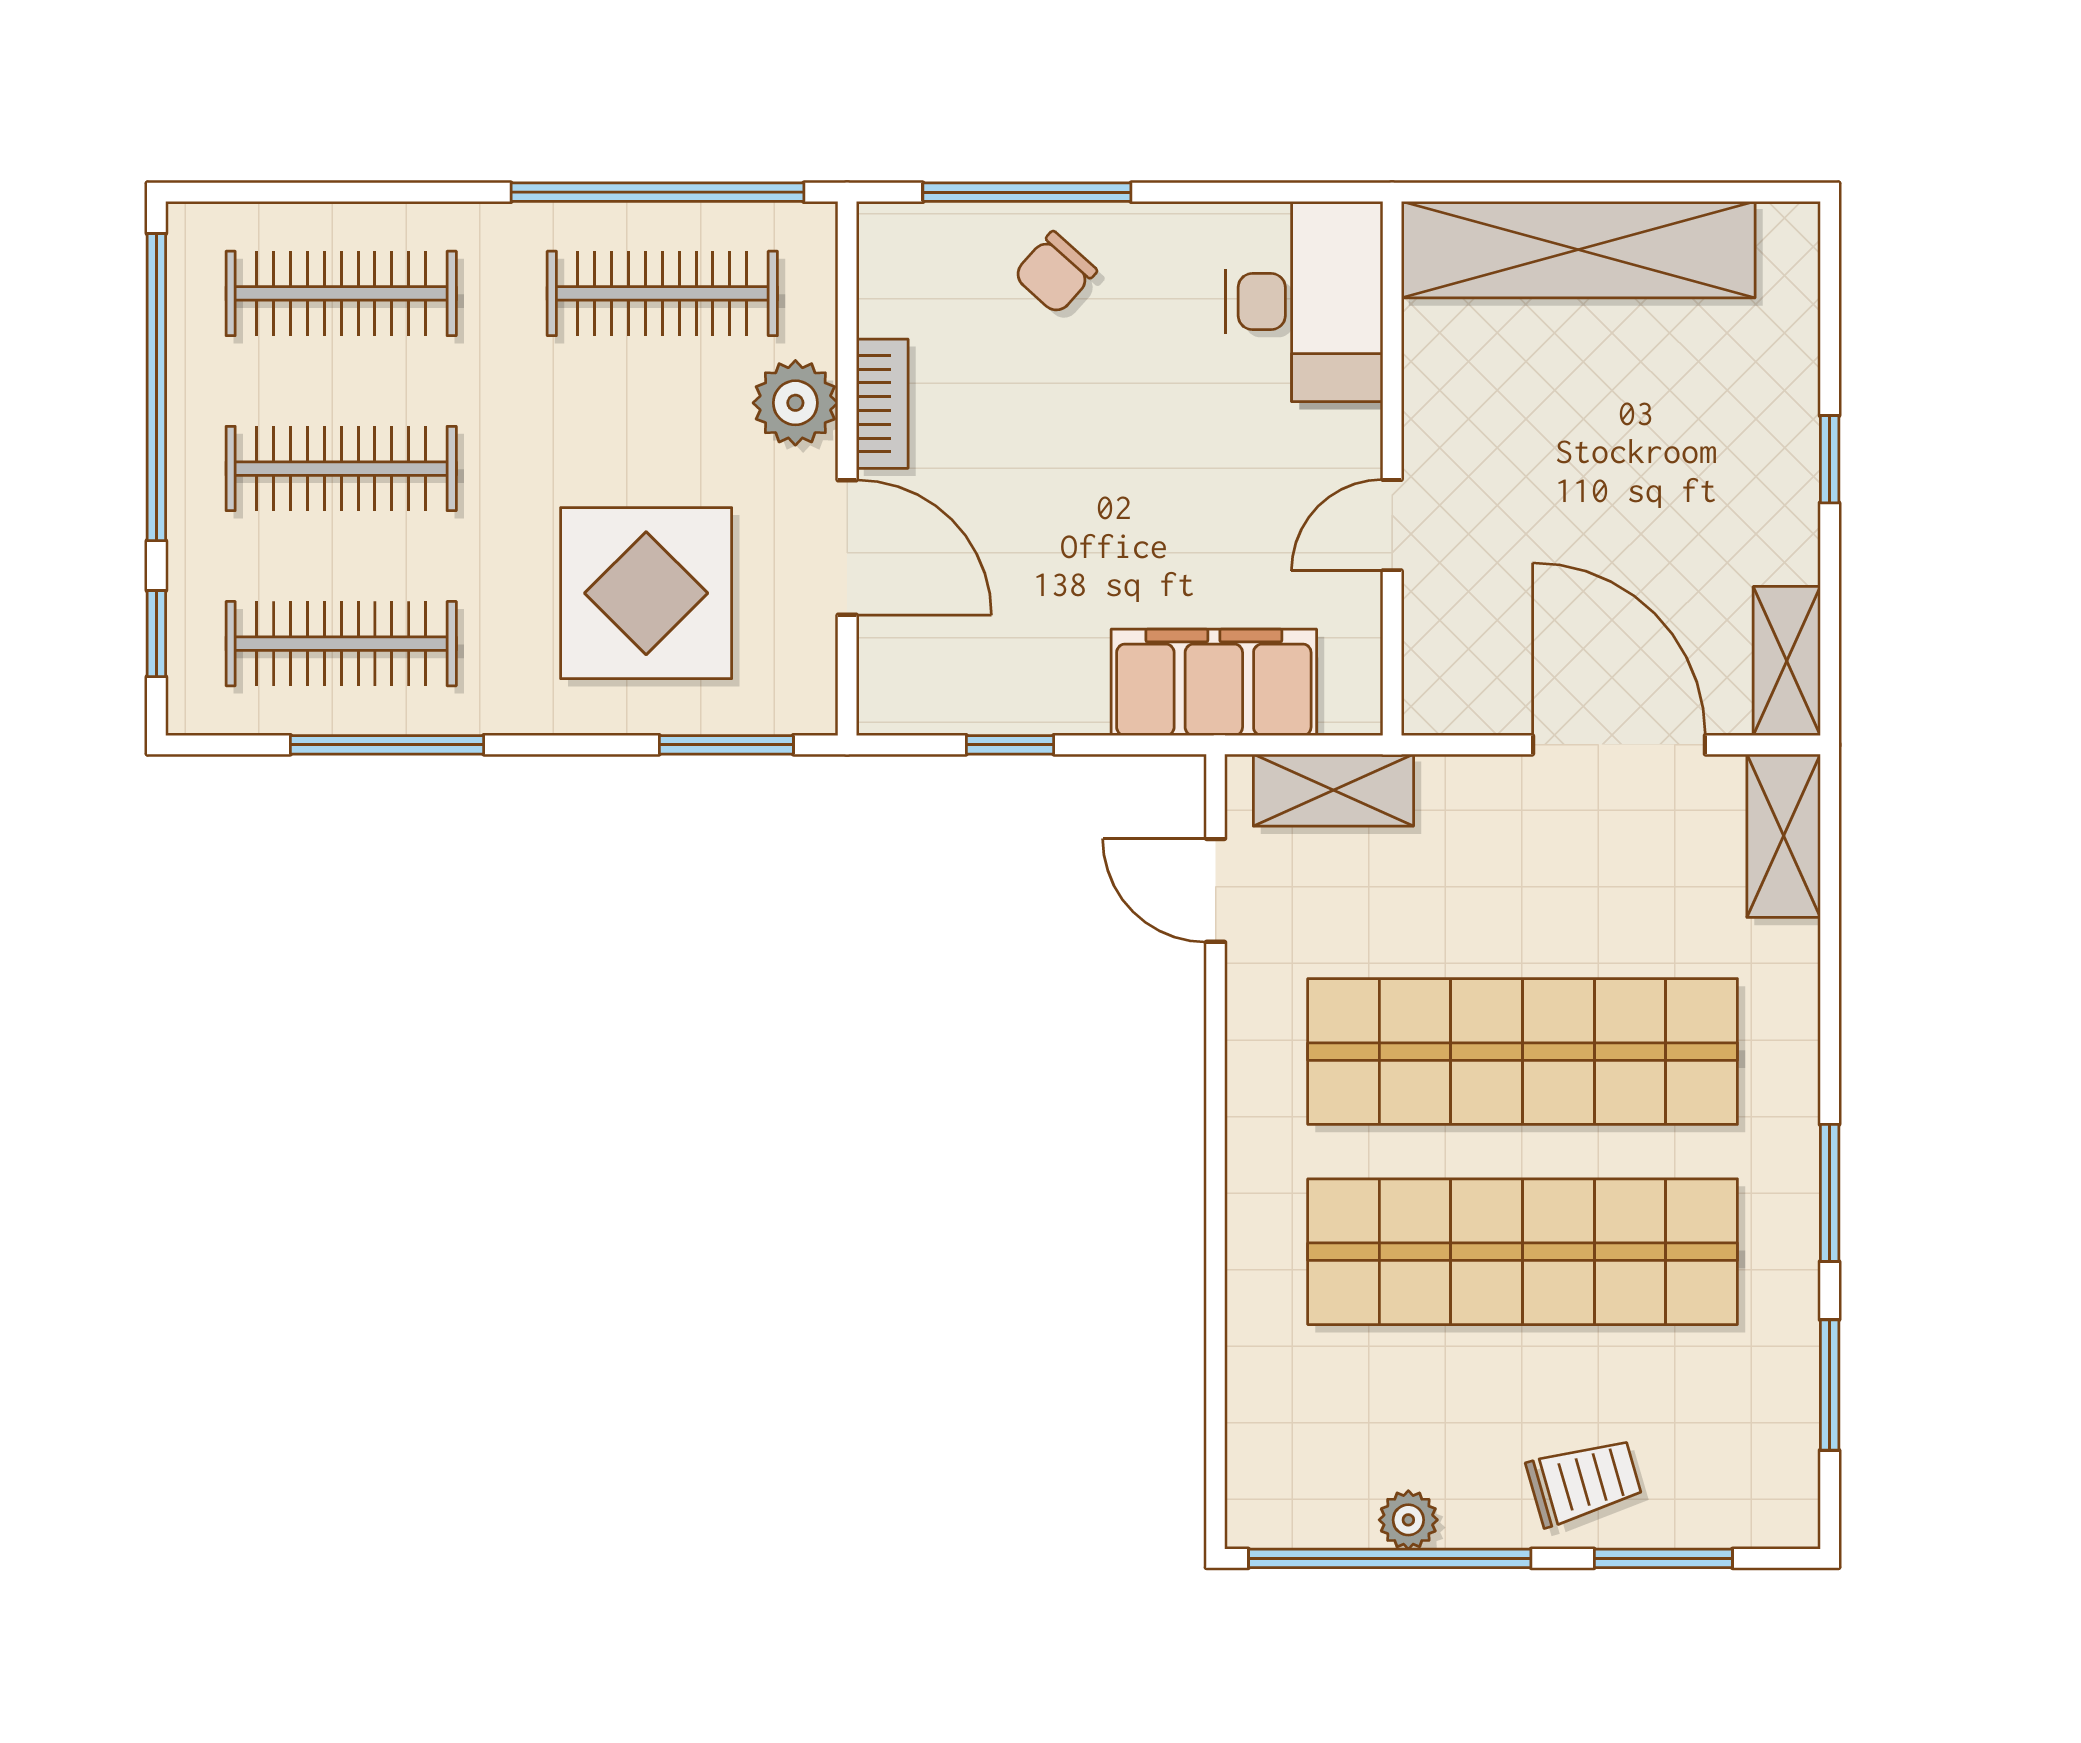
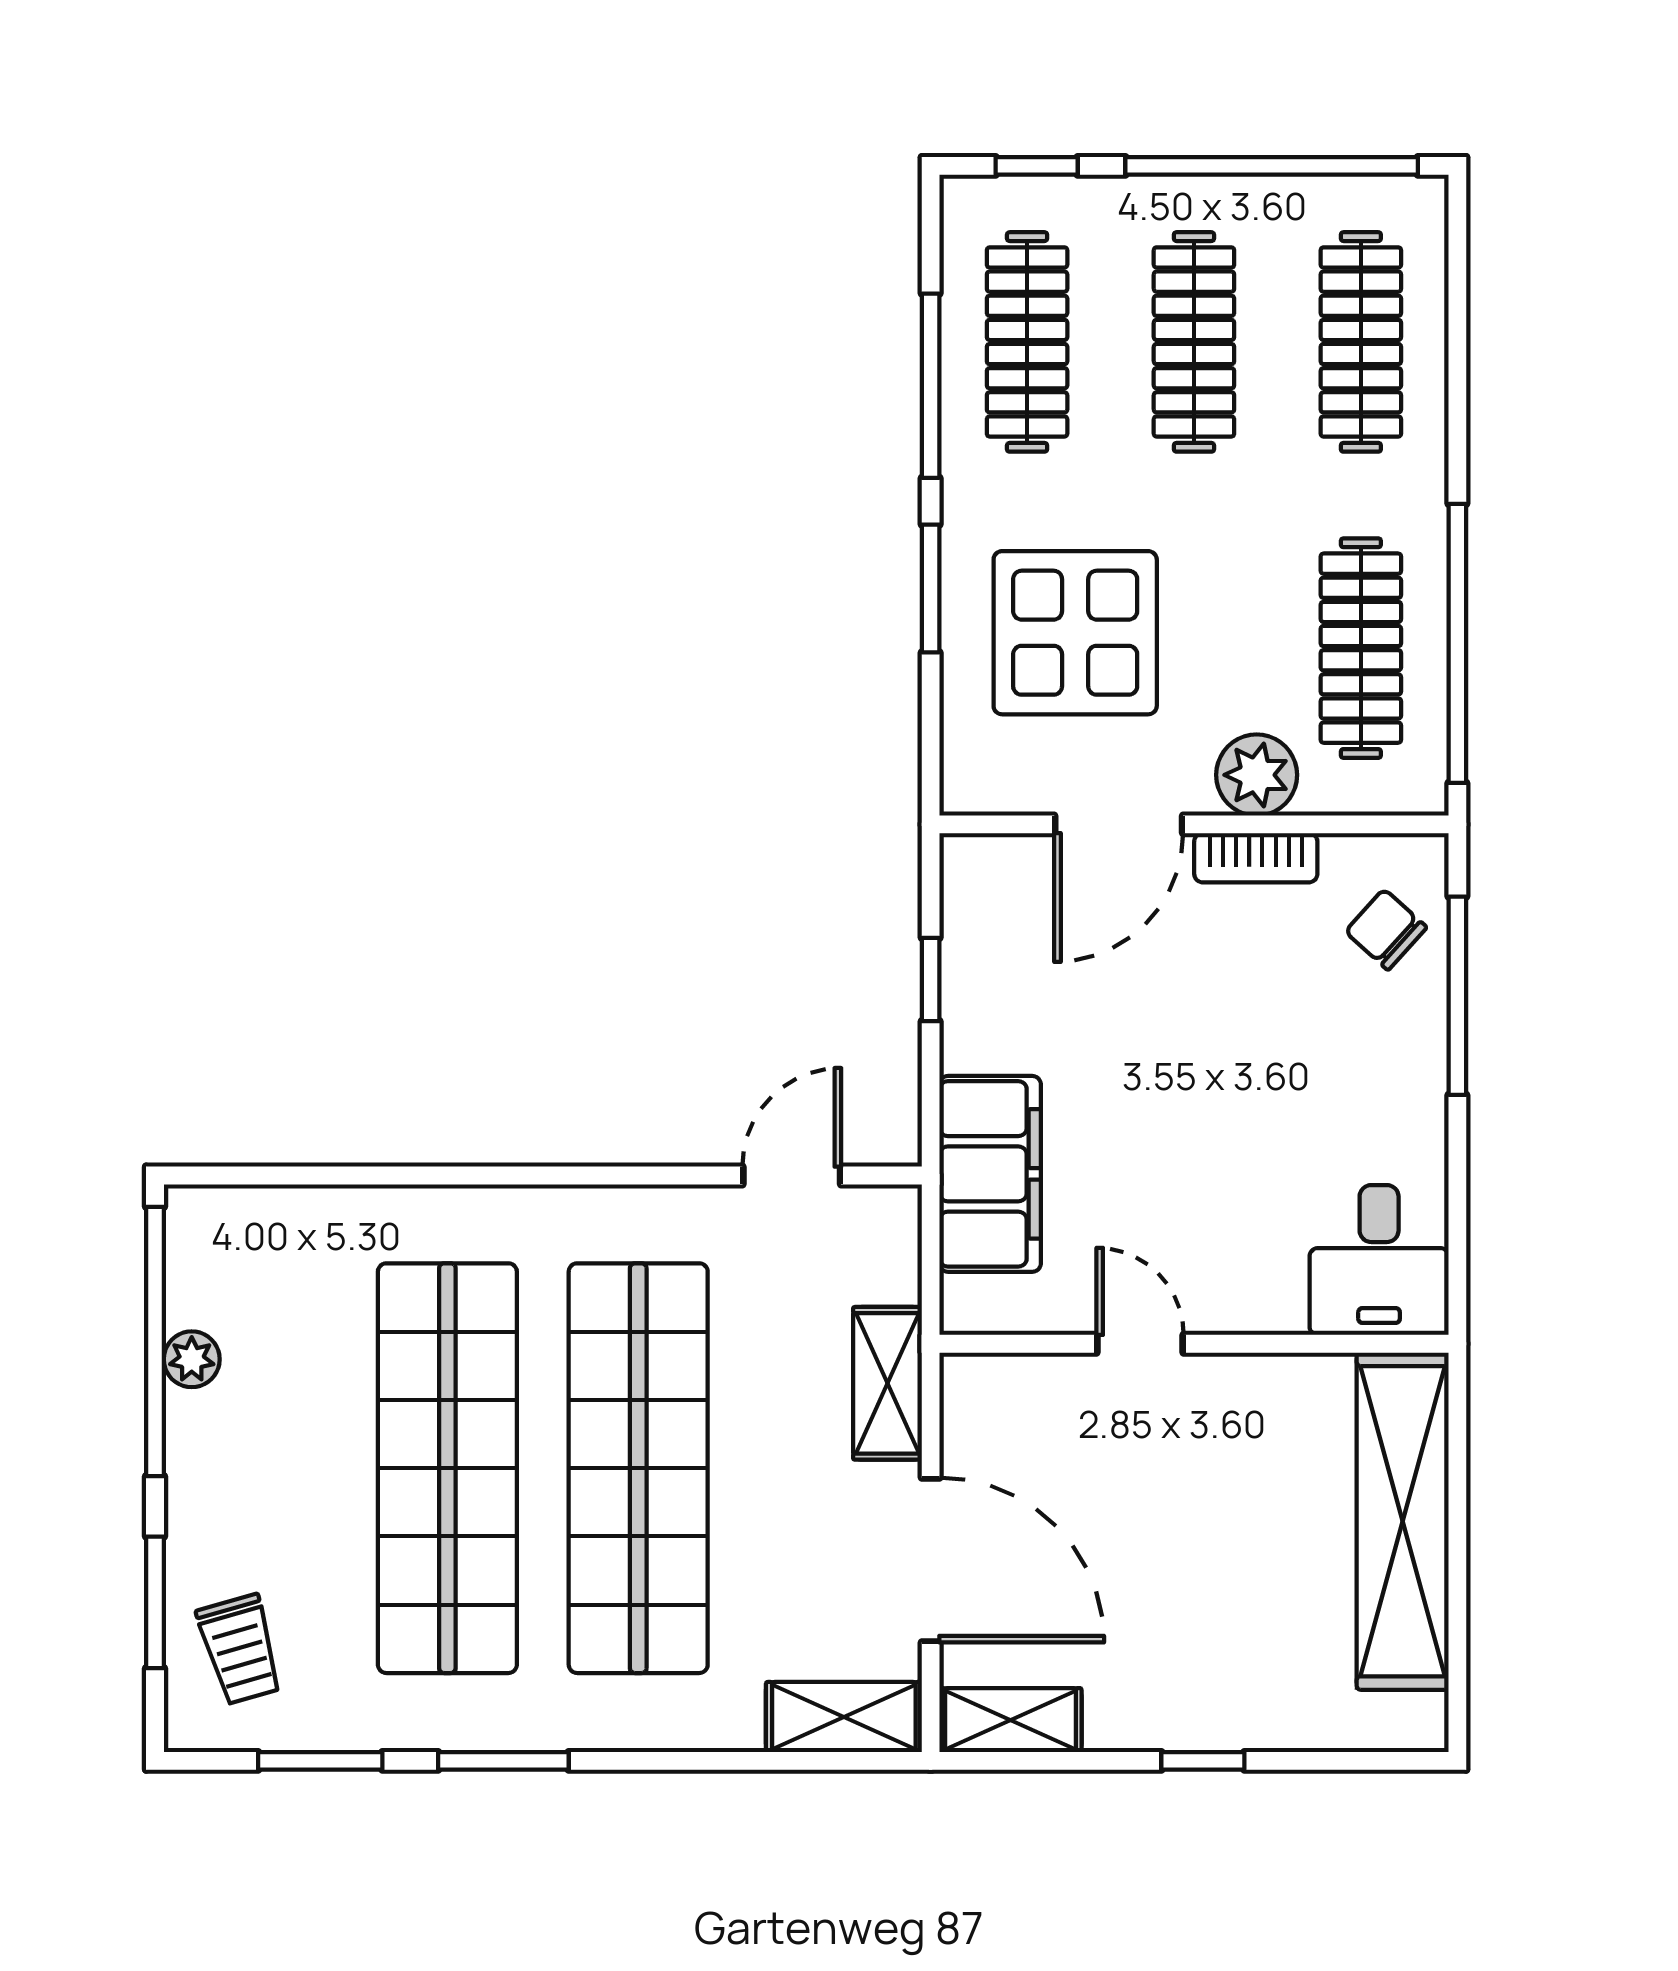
chair: (1055, 273) -> (1386, 929), moved
desk: (1304, 302) -> (1379, 1260), width x0.73
window: (726, 745) -> (931, 588), moved
door: (1619, 745) -> (931, 1560), hinge flipped
shelving: (1333, 790) -> (887, 1383), moved
trolley: (1584, 1482) -> (240, 1649), moved

